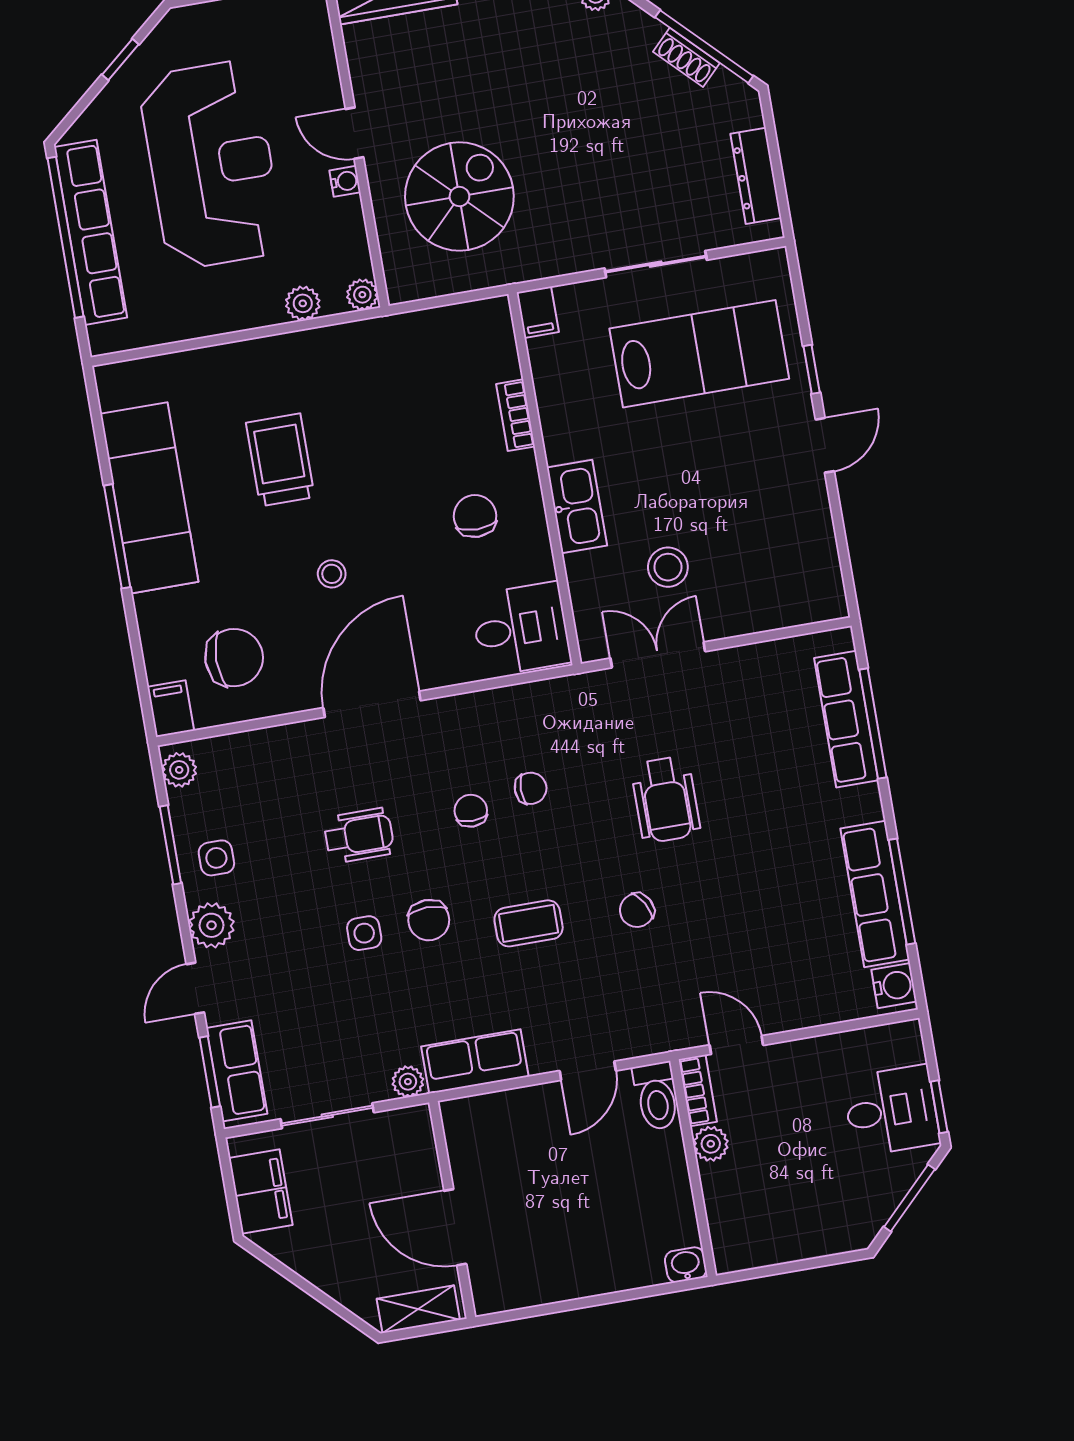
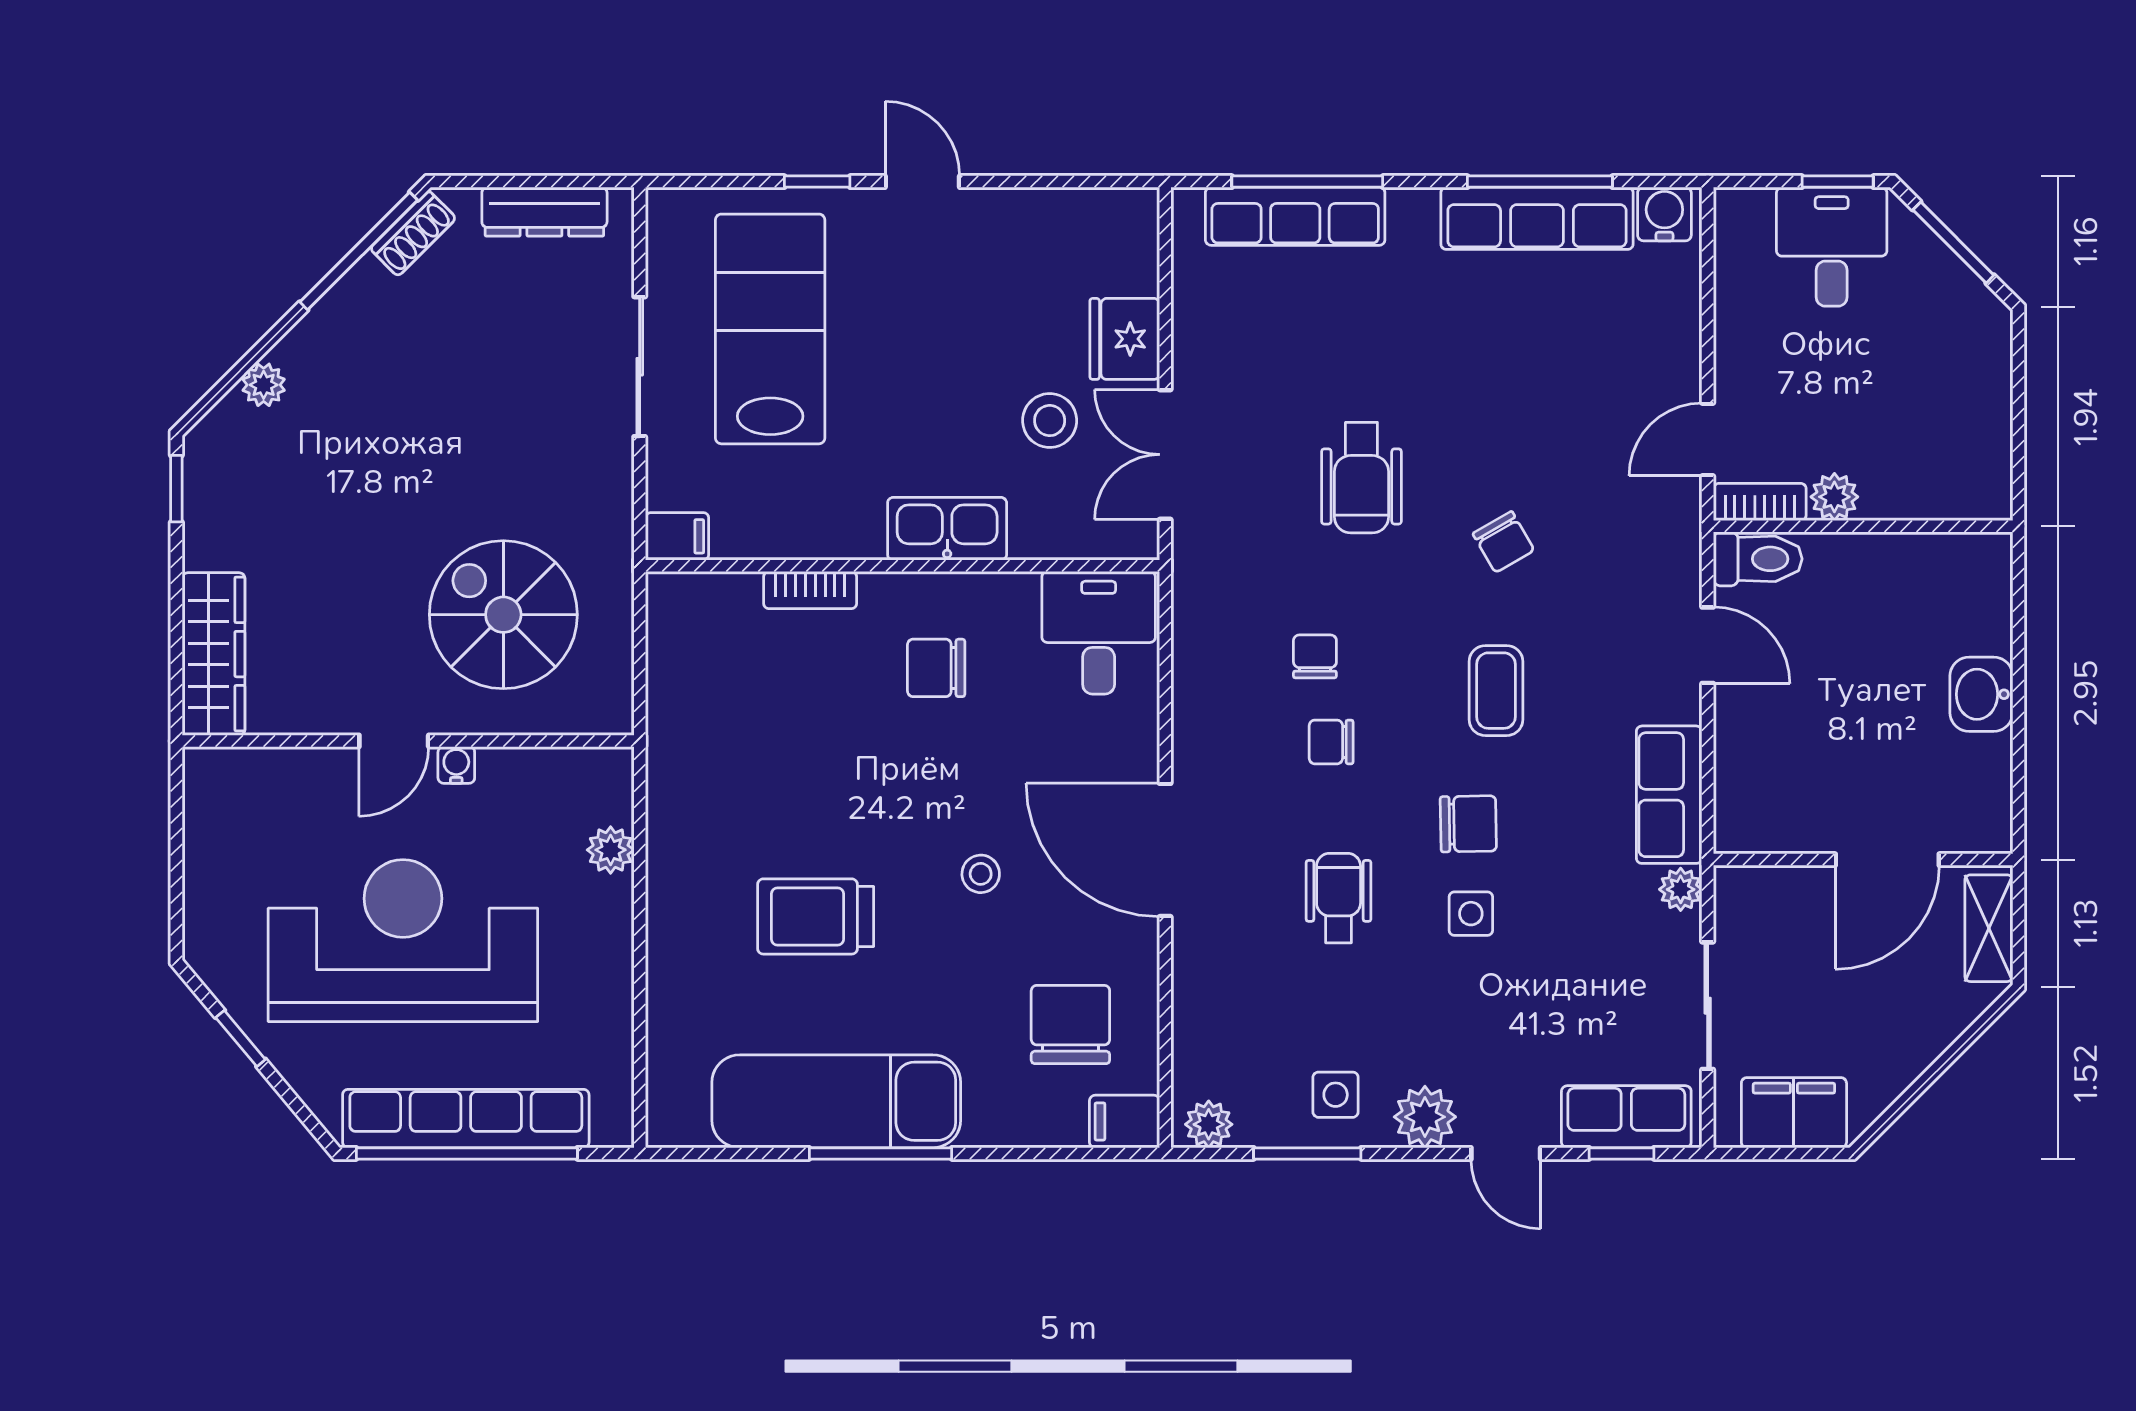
shoe rack: (686, 57) -> (413, 233), moved
plant: (362, 295) -> (613, 768), removed
fridge: (736, 611) -> (1125, 339), added
wheelchair: (666, 800) -> (1361, 478), turned 90
window: (210, 1072) -> (1621, 1153), width x0.67
washbasin: (686, 1265) -> (1981, 694), moved, width x1.38, depth x1.45

